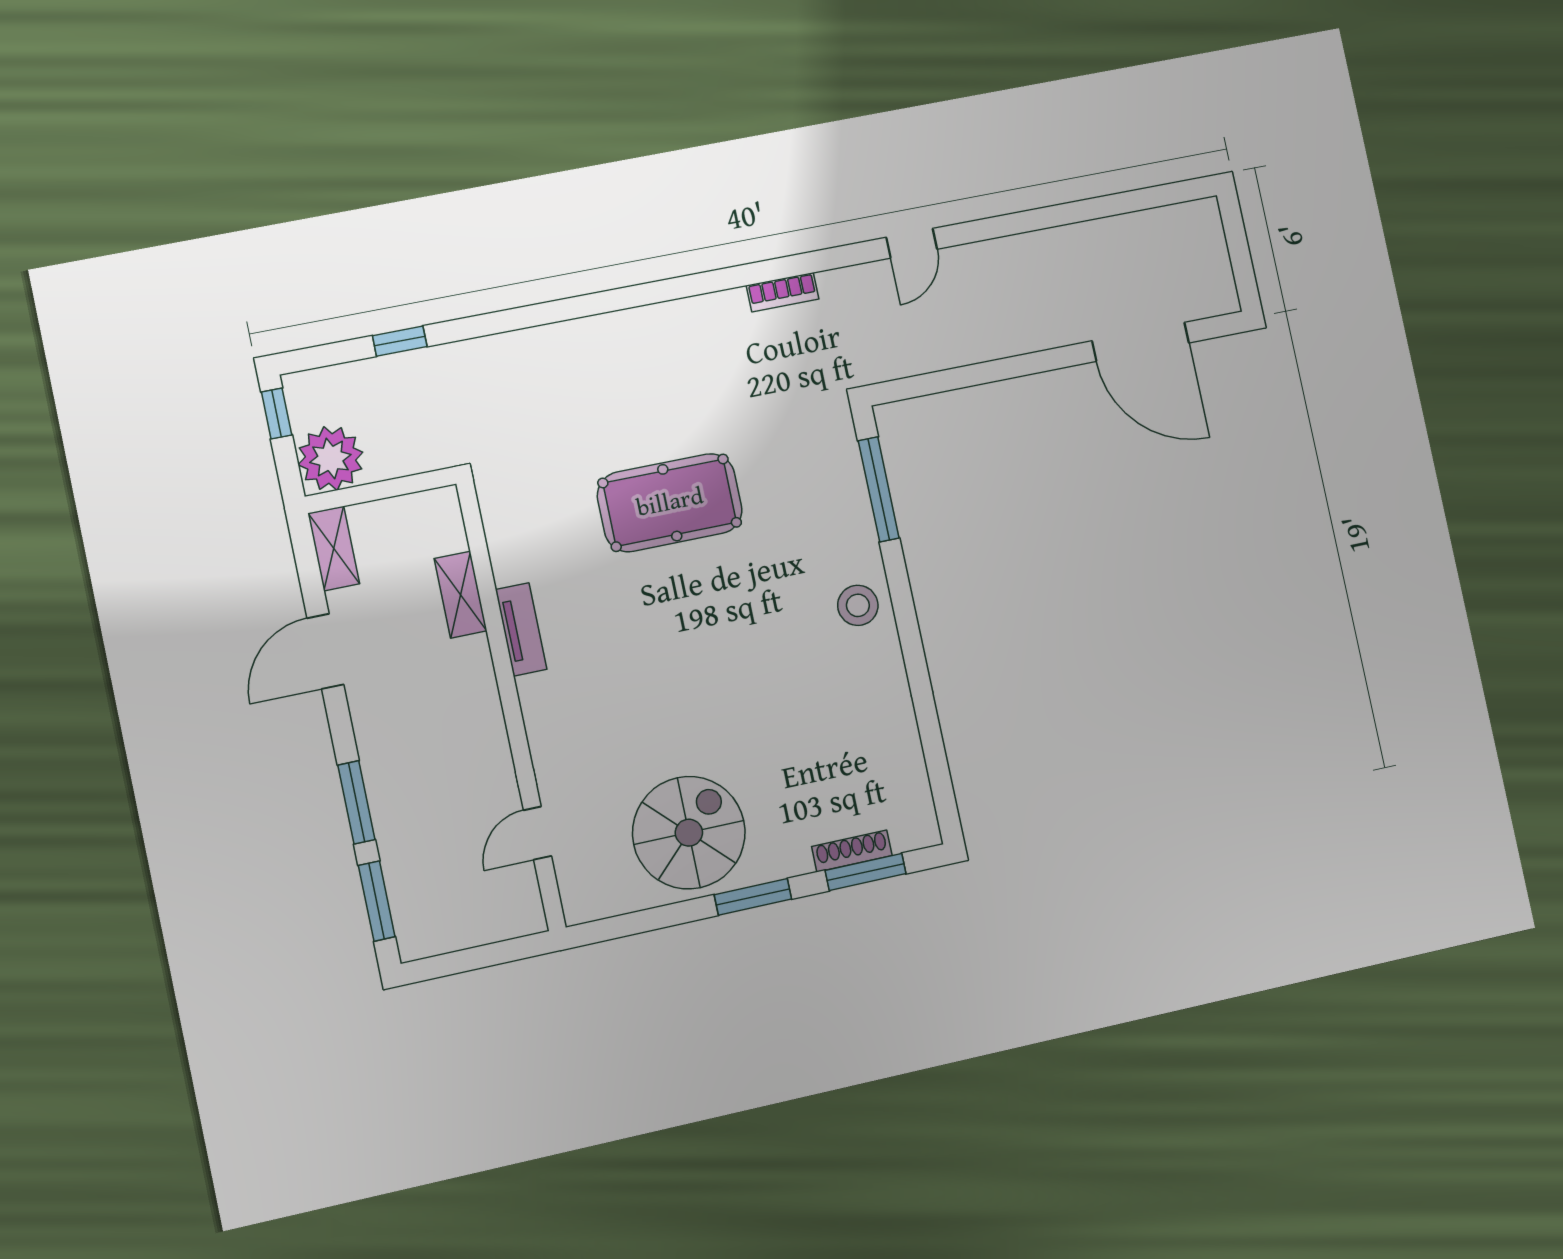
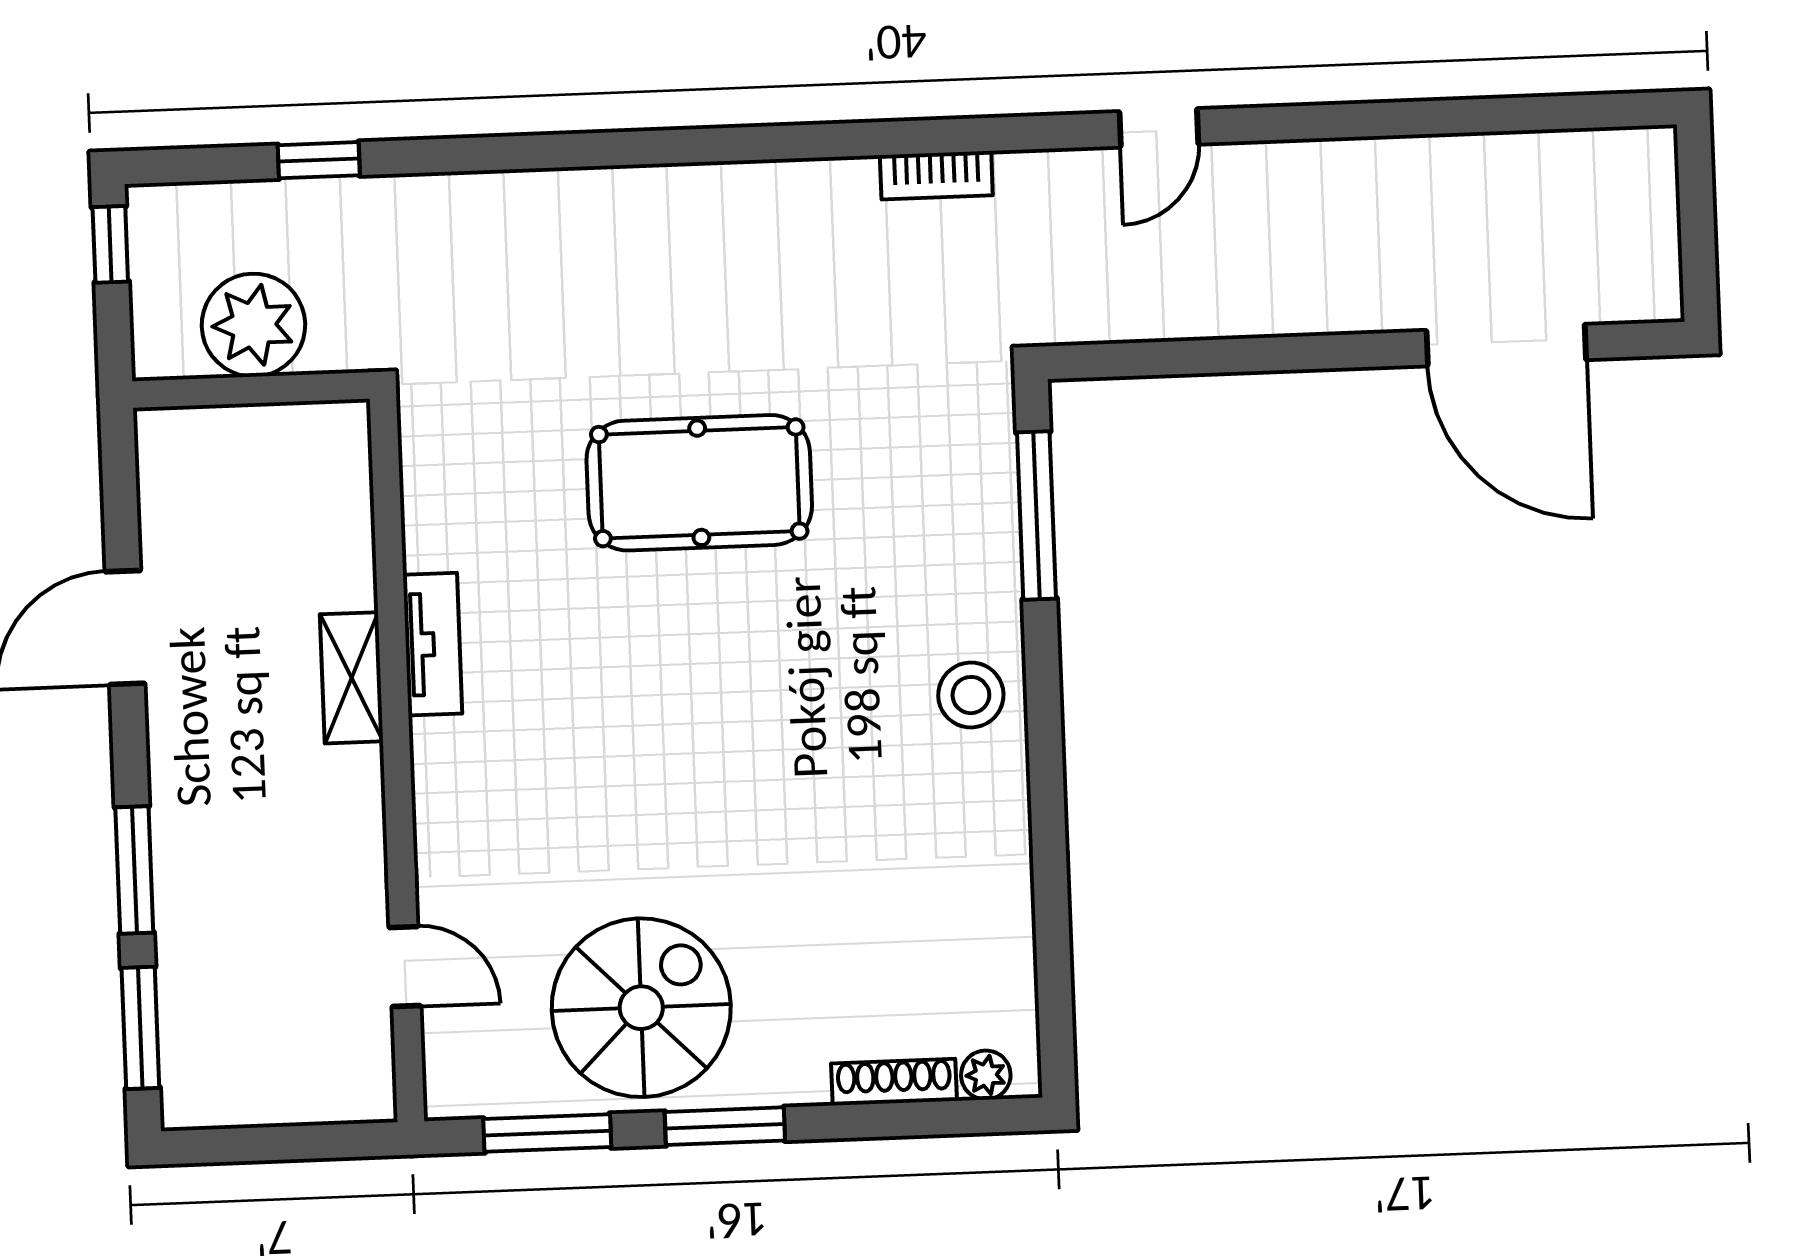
plant: (330, 458) -> (253, 325), moved
shelving: (334, 549) -> (164, 470), removed
shelving: (461, 595) -> (351, 678), moved
door: (537, 833) -> (405, 967), swing flipped
plant: (907, 837) -> (986, 1075), added
window: (866, 872) -> (547, 1133), moved

